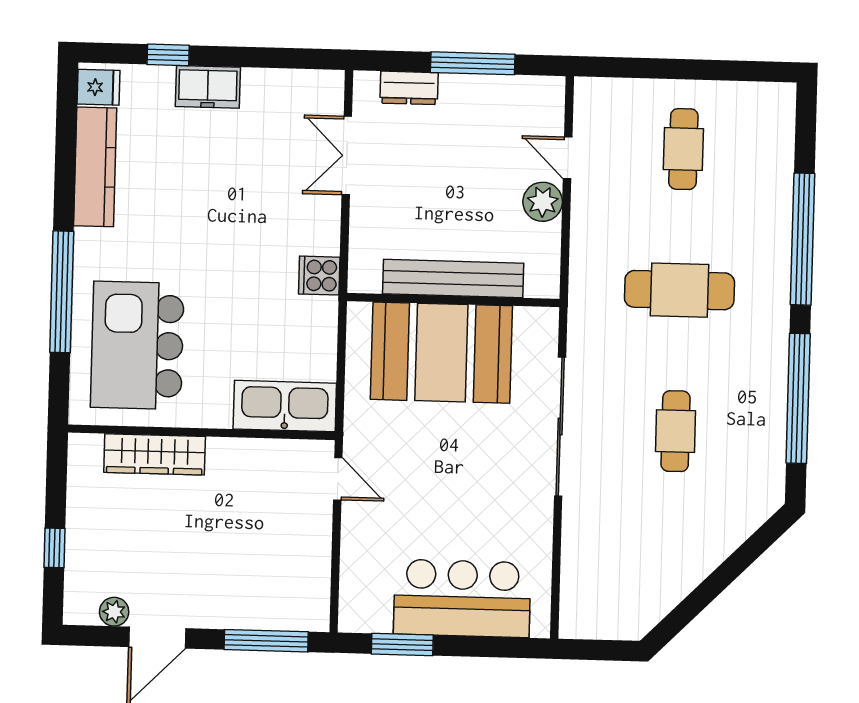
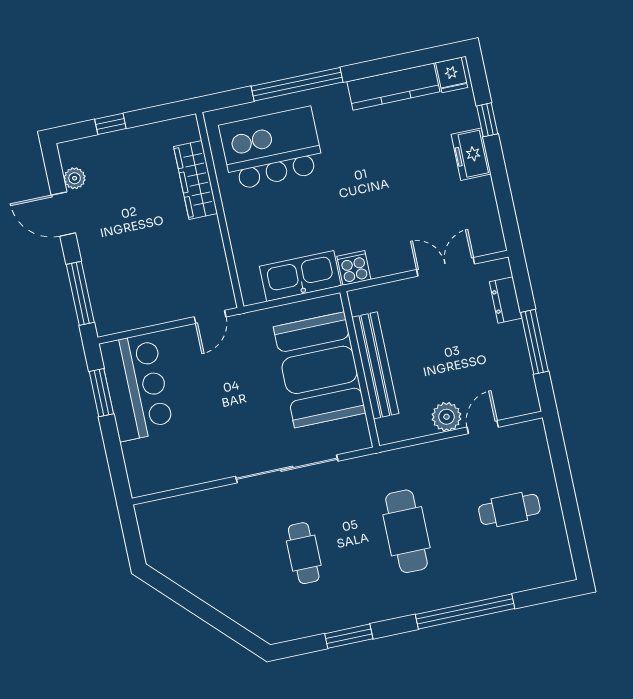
window: (798, 398) -> (349, 636), width x0.47
kitchen sink: (285, 406) -> (300, 276), moved, turned -90
cafe table: (676, 431) -> (304, 553), turned 90
bar counter: (462, 598) -> (137, 387), moved

